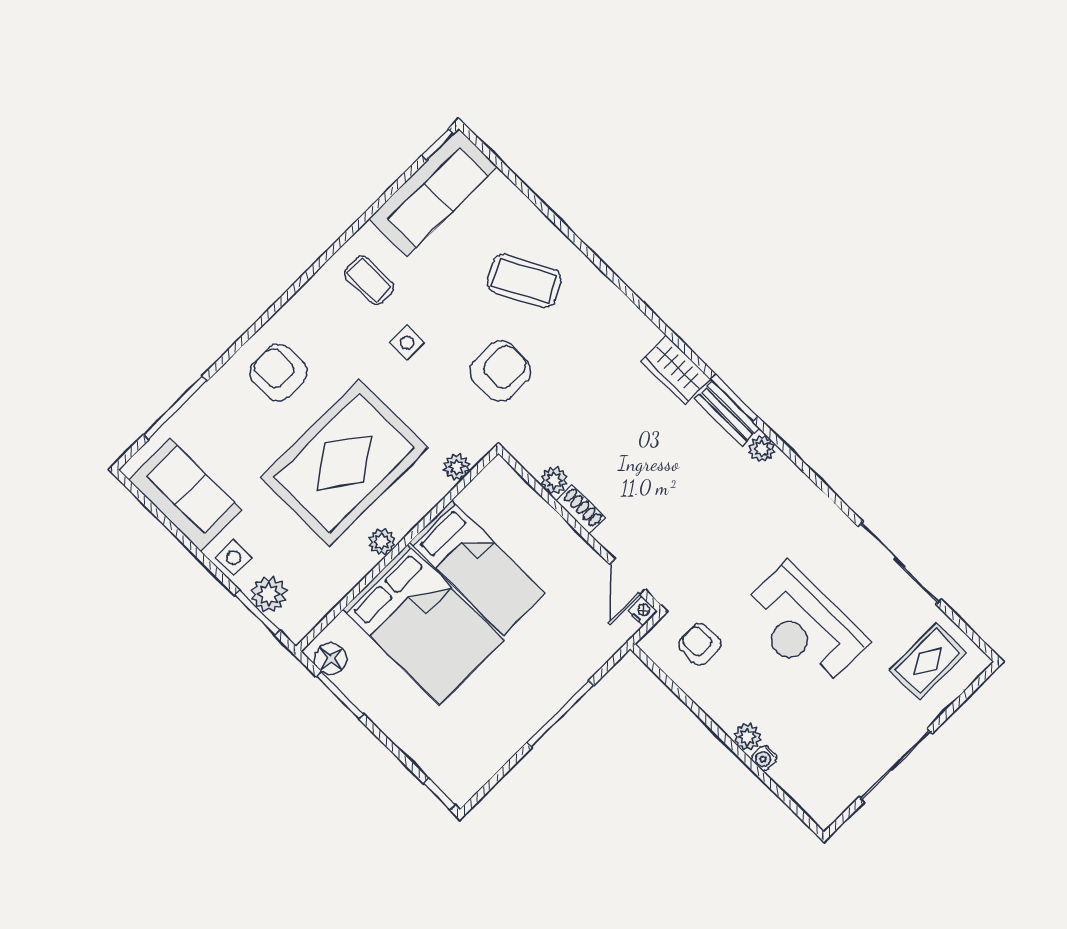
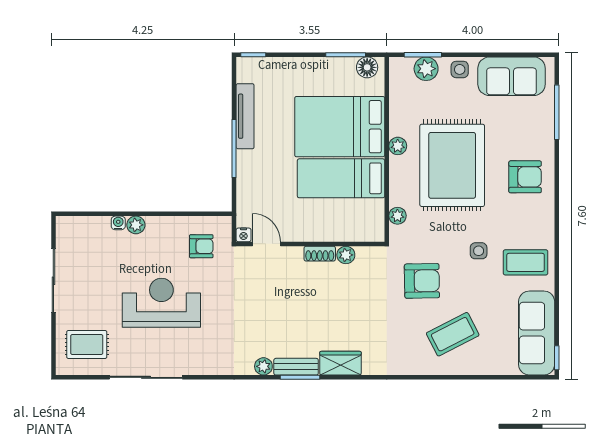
coffee table: (369, 280) -> (526, 262), width x1.36, depth x1.30
armchair: (500, 371) -> (422, 281), turned -91
rug: (928, 661) -> (87, 344), turned 90
tv unit: (514, 737) -> (245, 116), added

